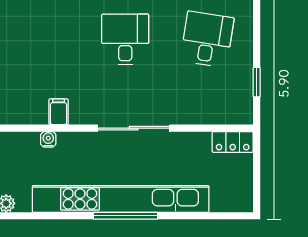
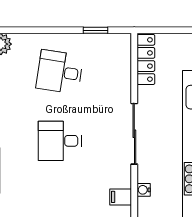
water cooler: (48, 139) -> (144, 190), moved
locker: (233, 142) -> (146, 59), width x1.53

